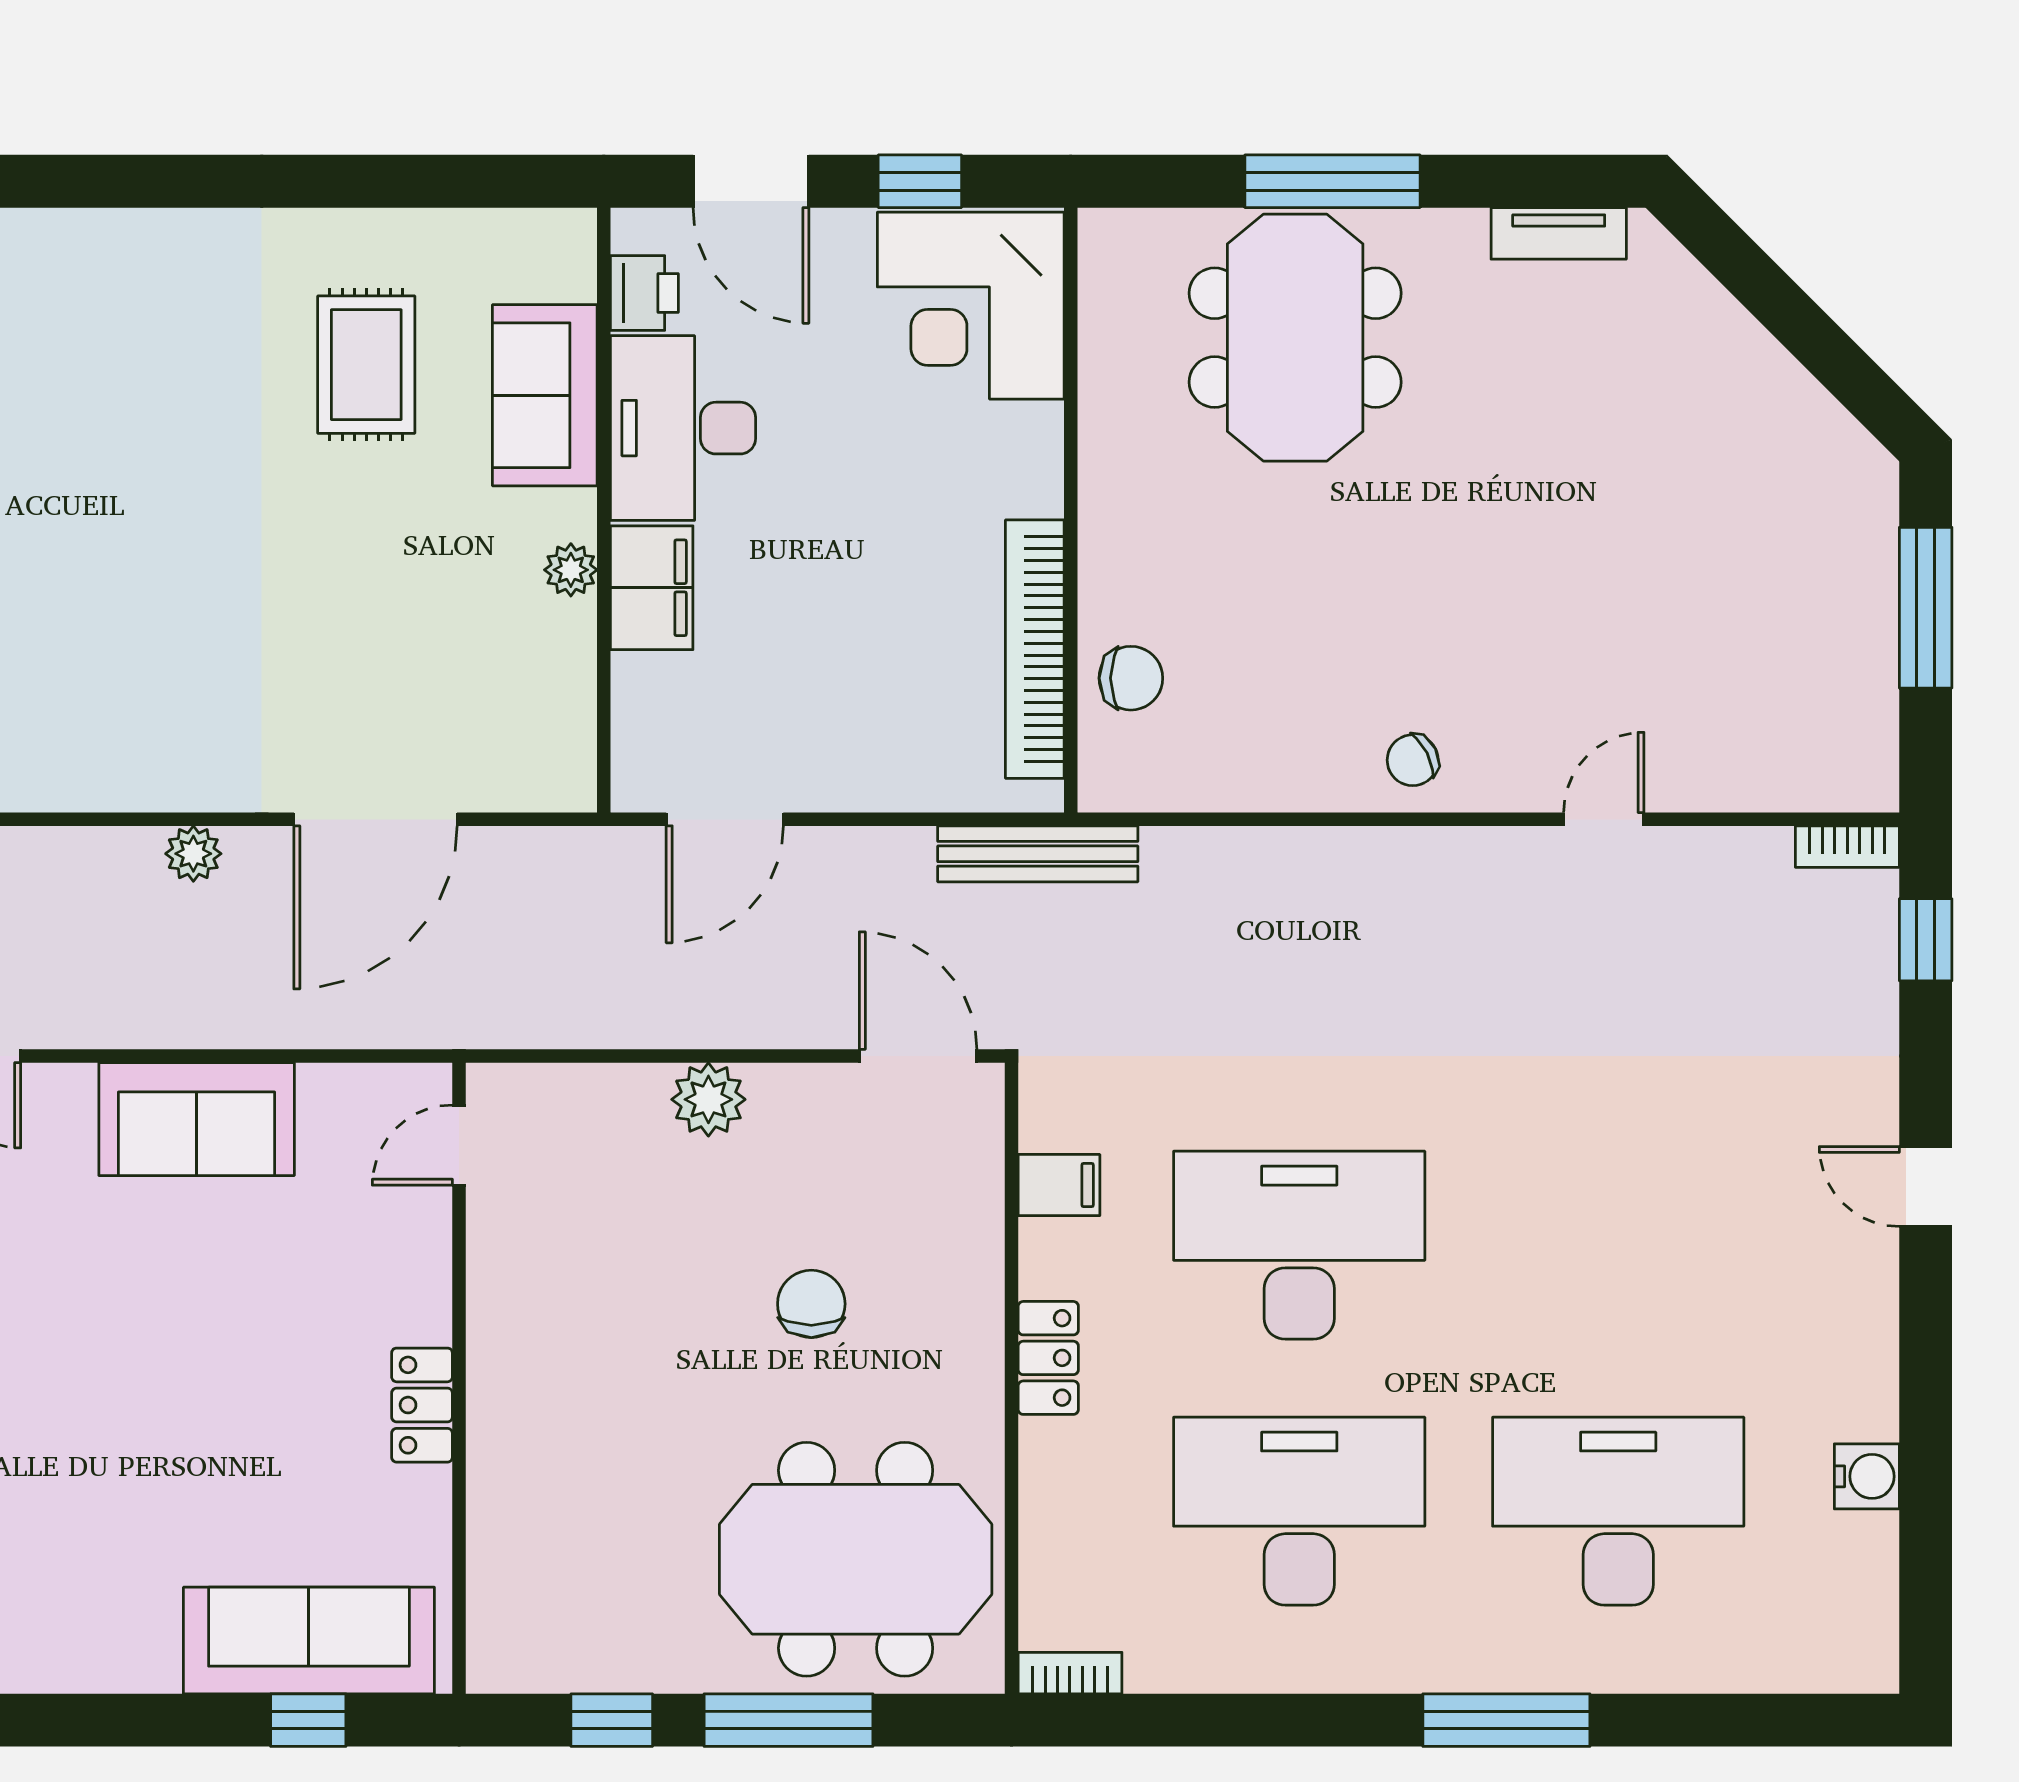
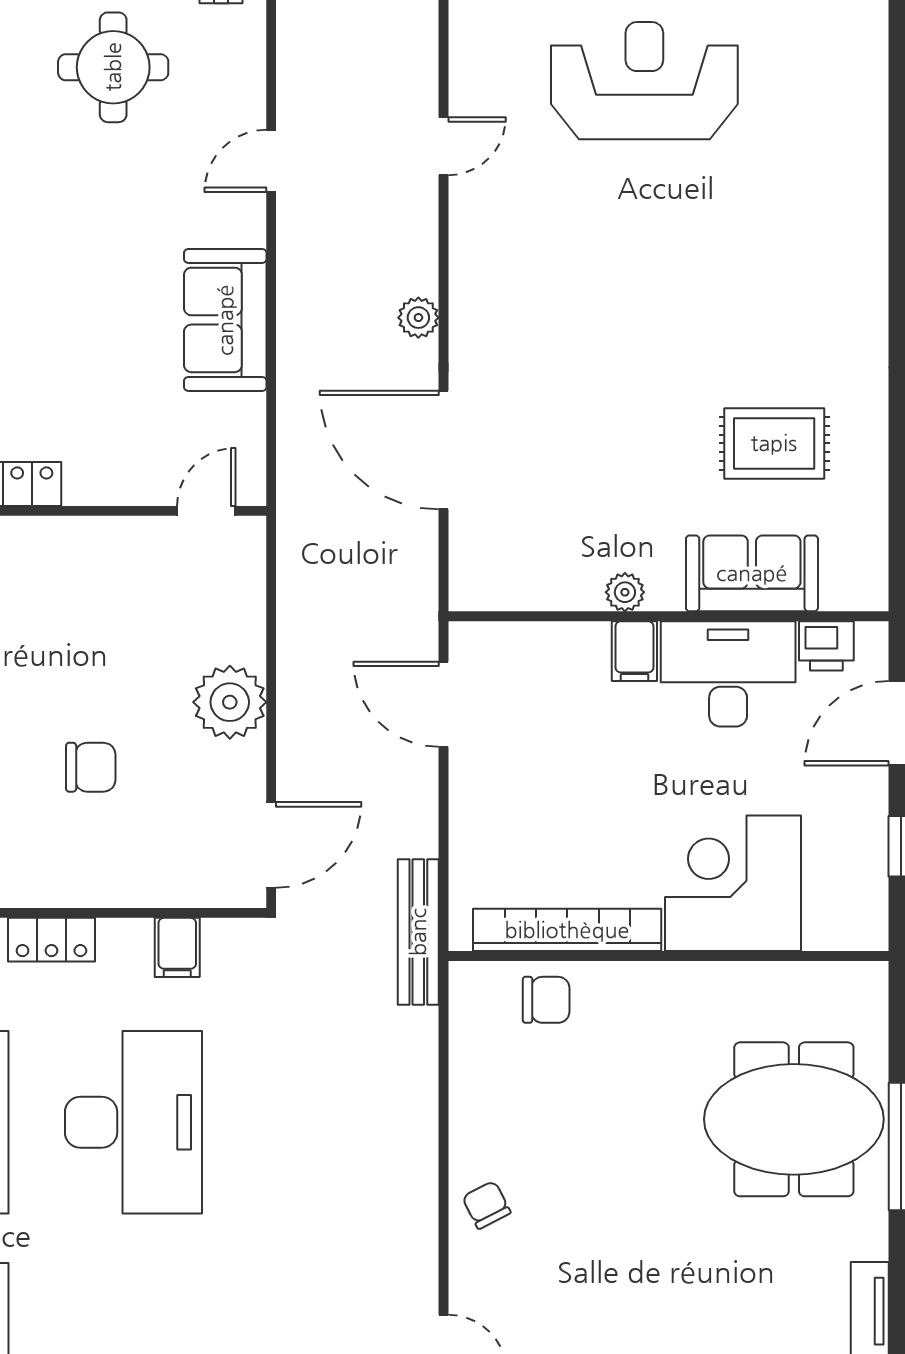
corner desk: (971, 306) -> (733, 883), moved
filing cabinet: (652, 588) -> (634, 651), width x0.50
chair: (1131, 678) -> (546, 1000), turned -90
plant: (708, 1099) -> (230, 702), width x1.36, depth x1.36
door: (459, 1145) -> (206, 511), hinge flipped

